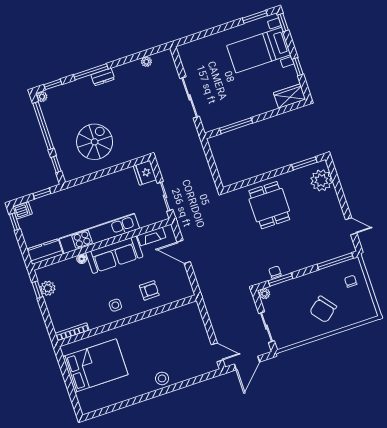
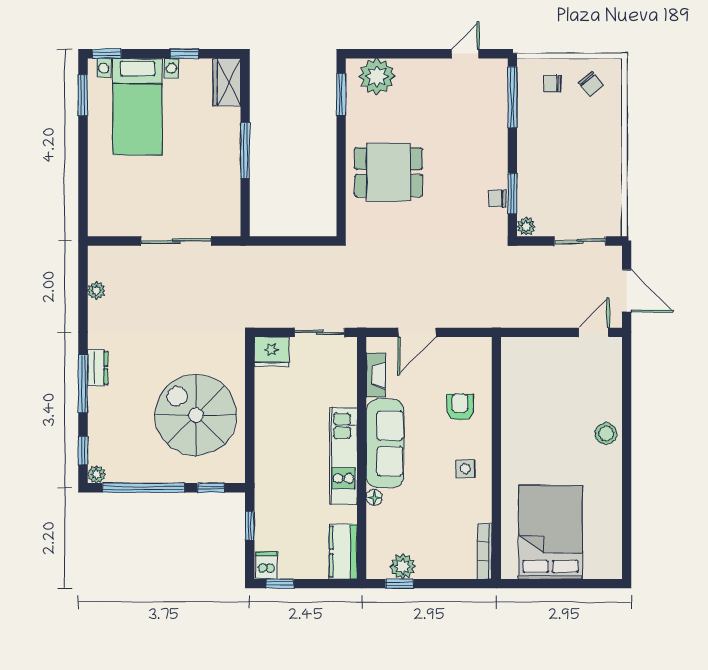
window: (236, 126) -> (245, 150), moved
spiral stairs: (95, 142) -> (196, 415), width x1.37, depth x1.37
kitchen unit: (99, 233) -> (343, 456), width x0.73
chair: (323, 309) -> (591, 84), moved, width x0.54, depth x0.54

